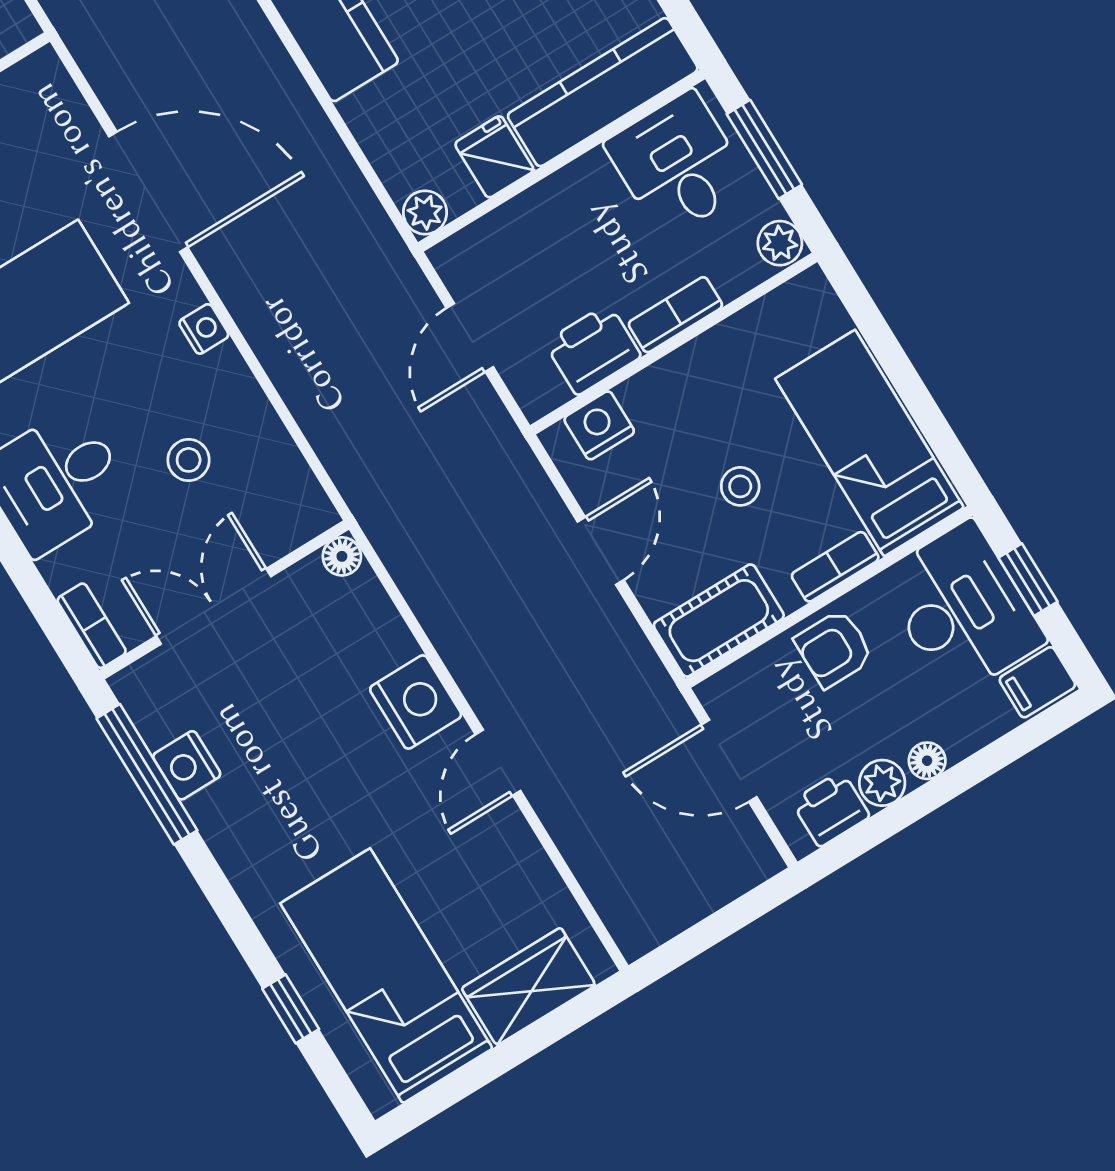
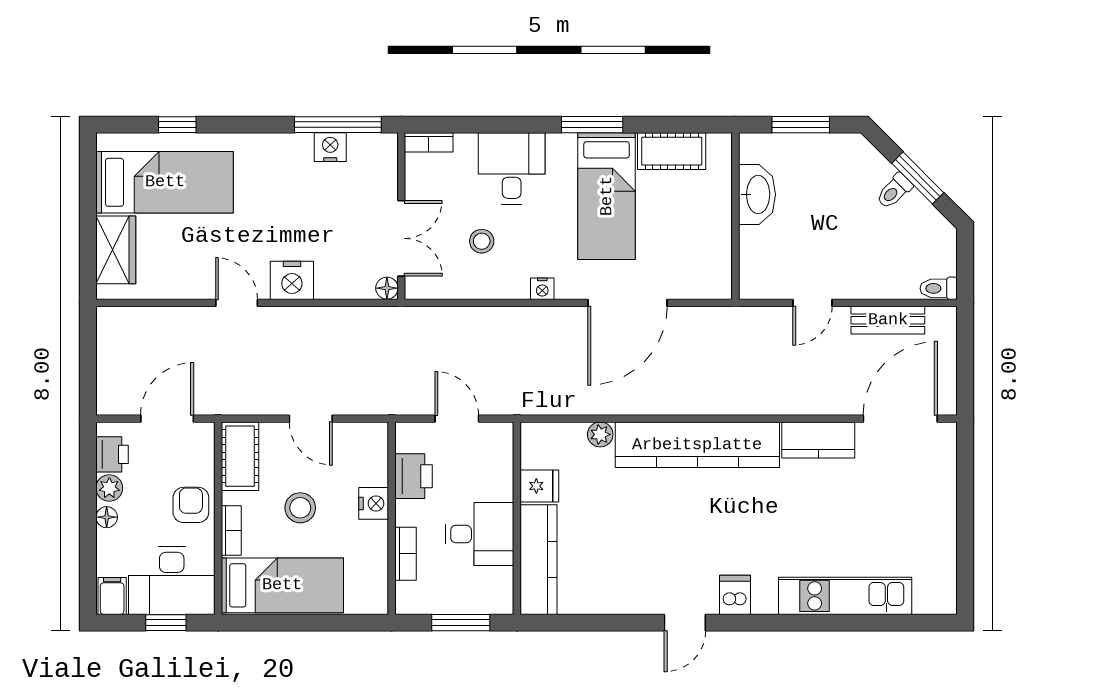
desk: (678, 164) -> (479, 534), moved
plant: (425, 212) -> (600, 434), moved
plant: (780, 243) -> (409, 602), removed
bookcase: (675, 315) -> (405, 554), moved
nightstand: (599, 425) -> (374, 503), moved
stool: (740, 486) -> (300, 508), width x1.37, depth x1.37
double door: (214, 606) -> (401, 238), moved

